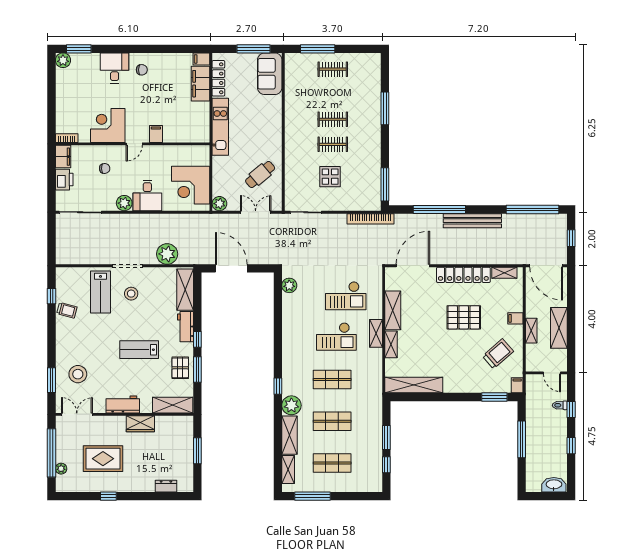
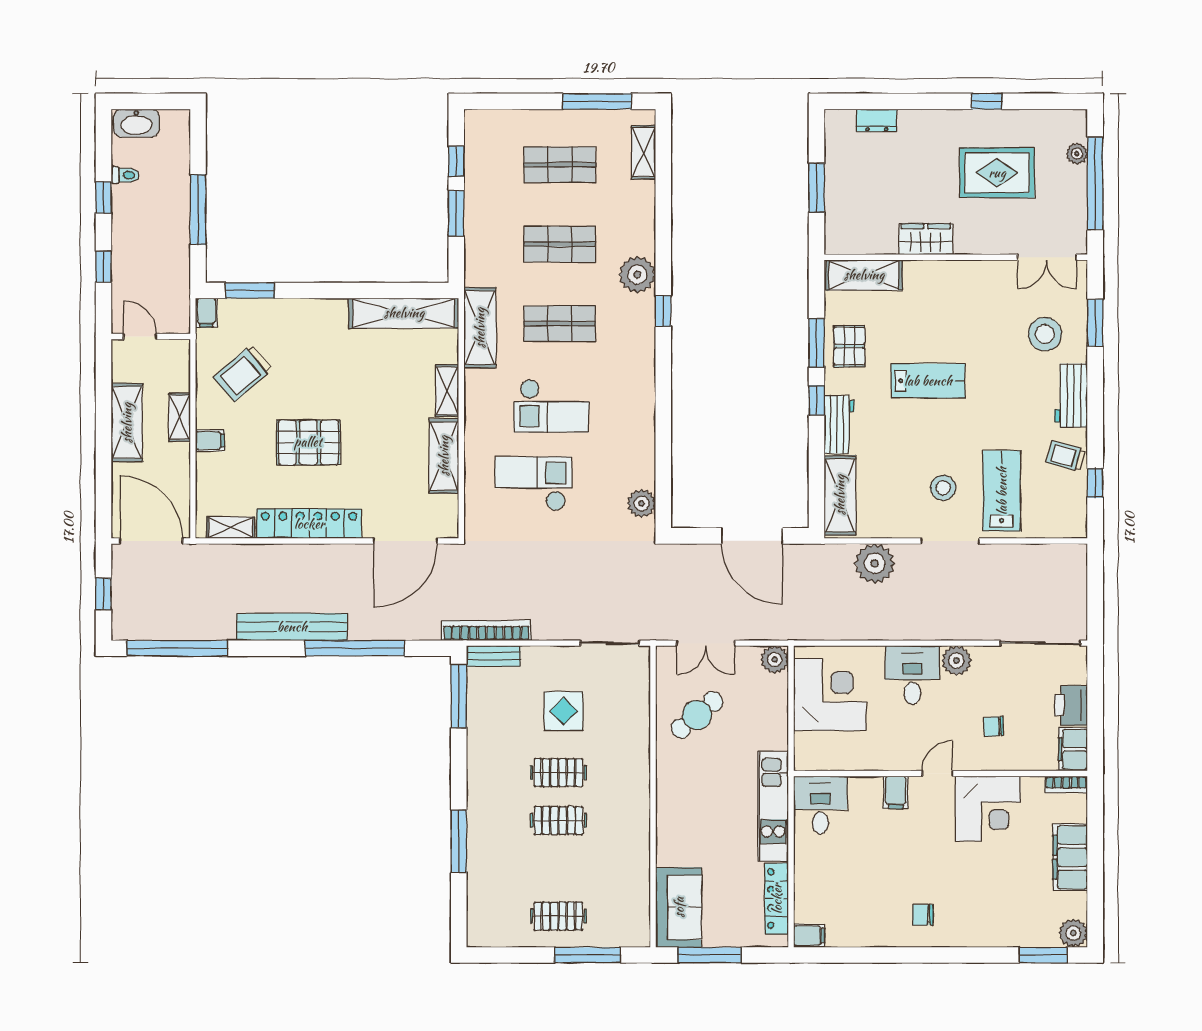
desk: (115, 68) -> (820, 805), moved, turned 180
filing cabinet: (200, 84) -> (1070, 857), moved, turned 180
bench: (367, 205) -> (493, 656), added
shelving: (376, 333) -> (480, 328), moved, width x1.50, depth x1.33
checkout: (336, 337) -> (551, 406), turned 180
workbench: (123, 404) -> (1071, 395), moved, turned 90
toilet: (560, 405) -> (125, 175), moved
shelving: (290, 435) -> (641, 218), removed

